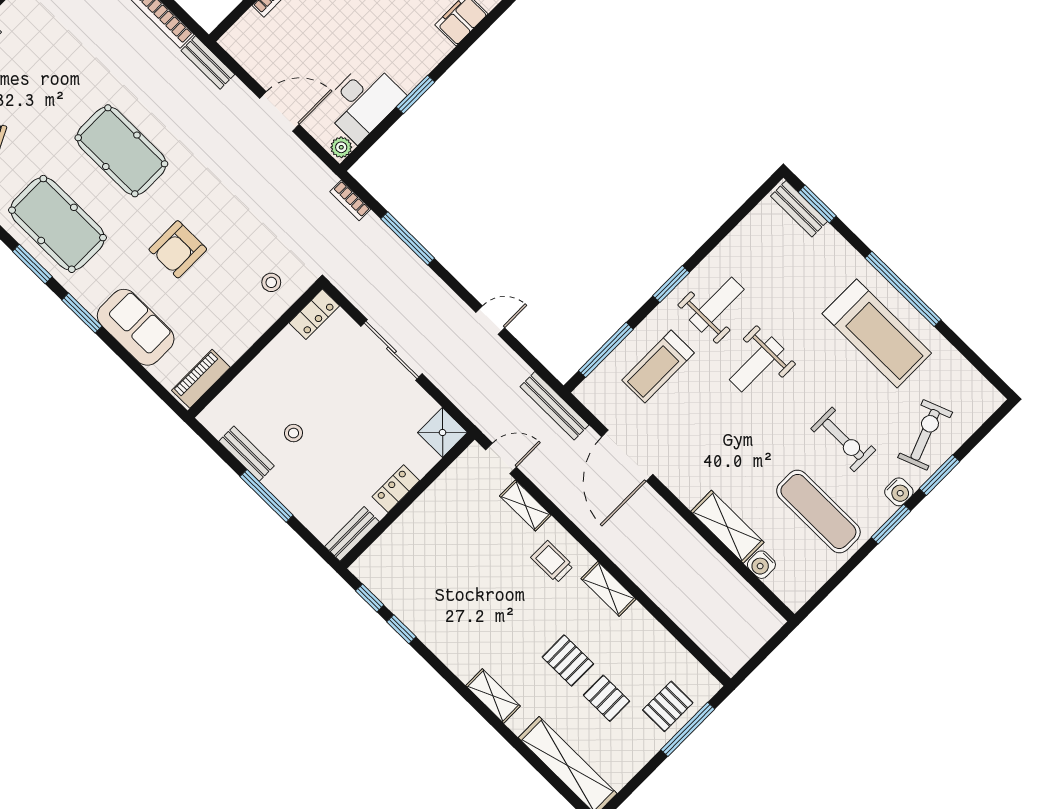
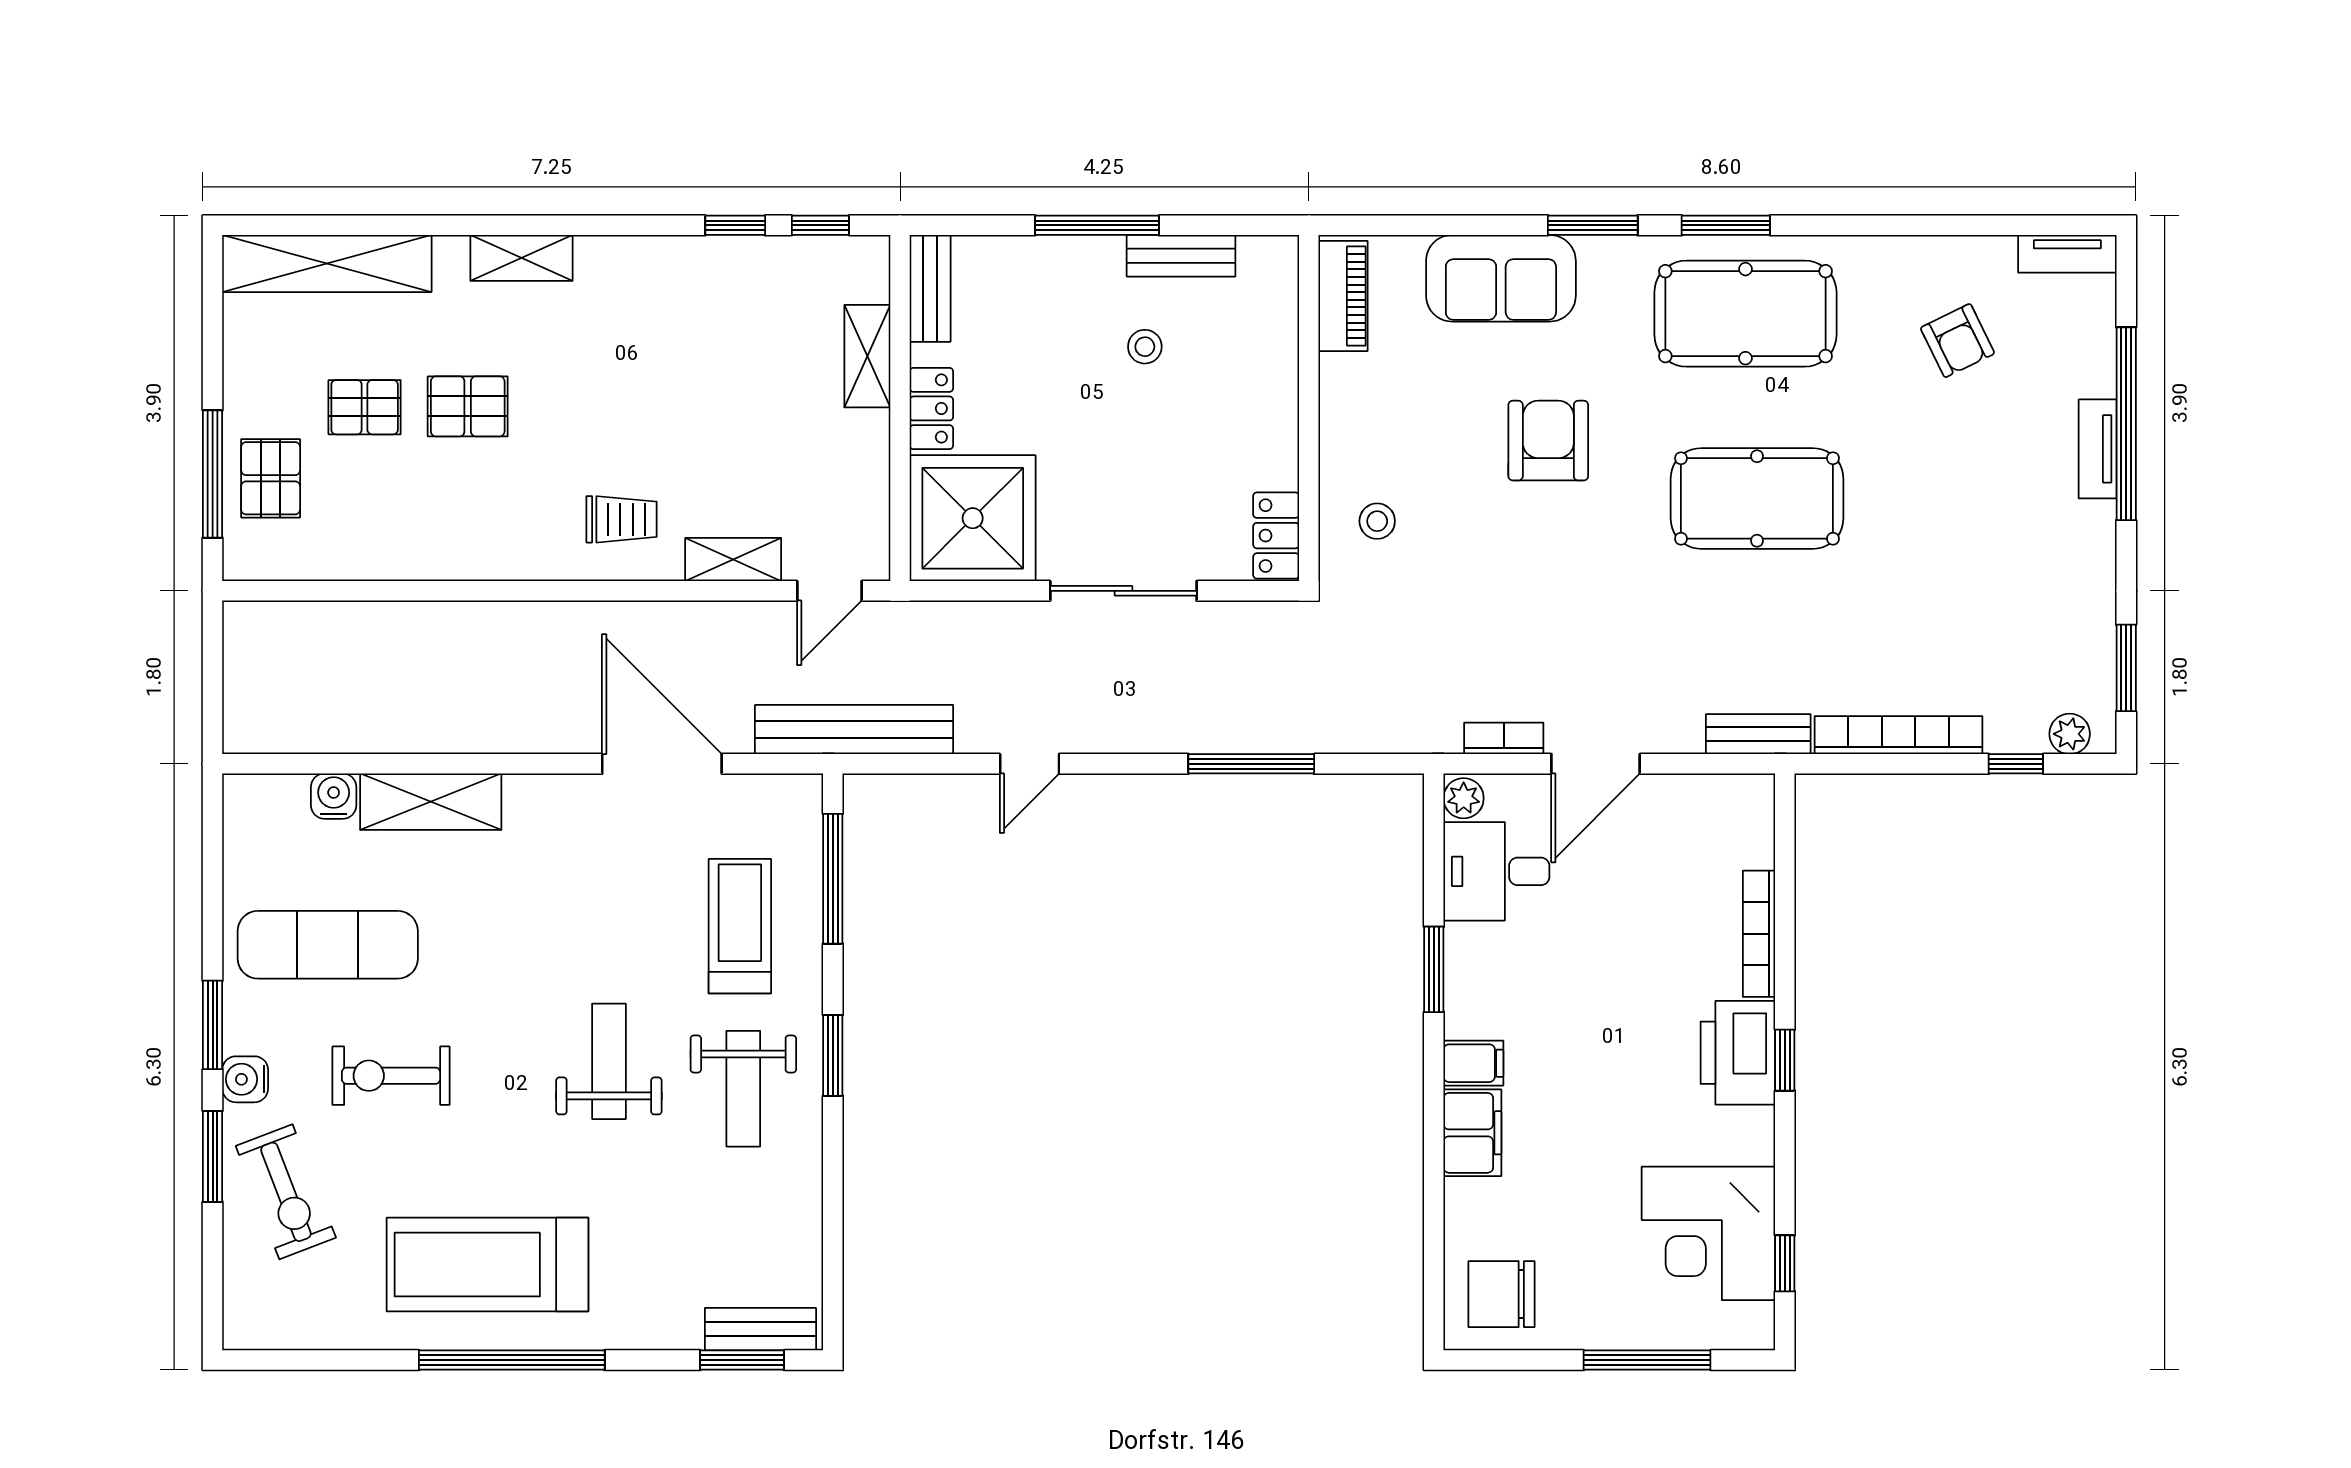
filing cabinet: (435, 45) -> (1473, 1063), added
desk: (363, 101) -> (1496, 871), width x0.73
bookcase: (350, 200) -> (1504, 738), moved
bench: (555, 406) -> (854, 730), width x1.37, depth x1.21
shower: (443, 433) -> (973, 518), width x1.86, depth x1.86
shelving: (608, 589) -> (867, 356), moved, turned 90

